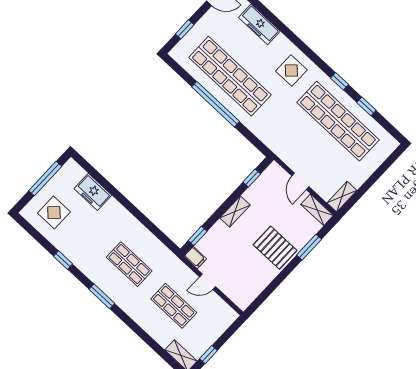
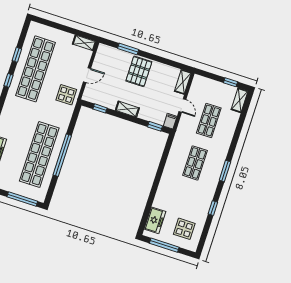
window: (185, 29) -> (22, 199), width x2.17
display table: (291, 71) -> (66, 95), moved
freezer: (93, 192) -> (155, 220), moved
shelving: (317, 210) -> (183, 82), moved

